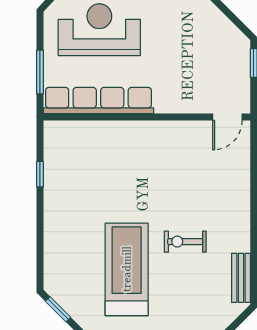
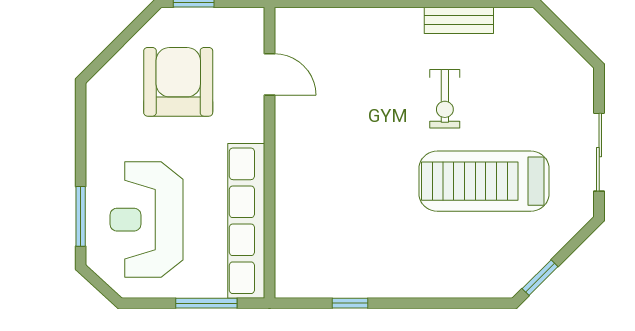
armchair: (197, 52) -> (178, 82), added
door: (227, 117) -> (269, 74), moved
bench: (241, 278) -> (459, 20), moved

